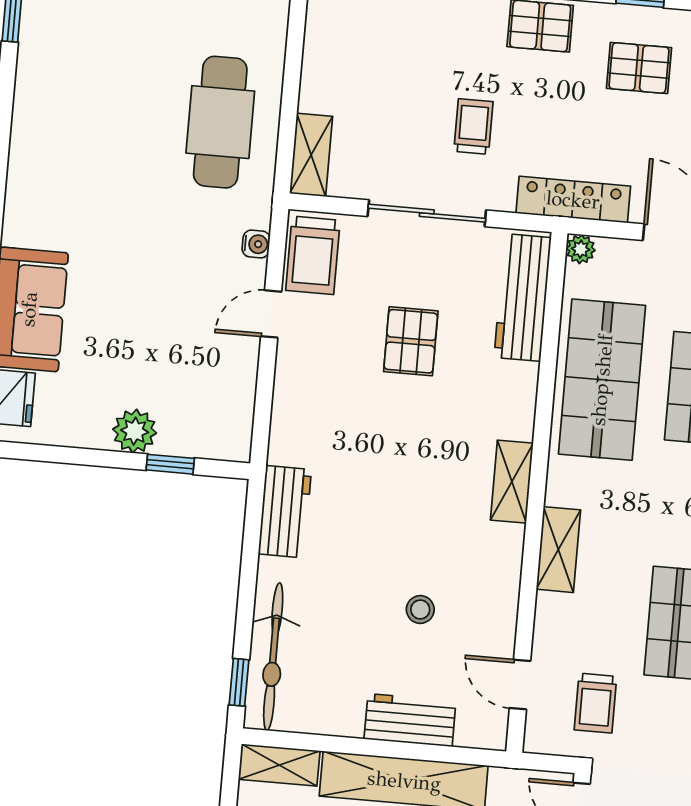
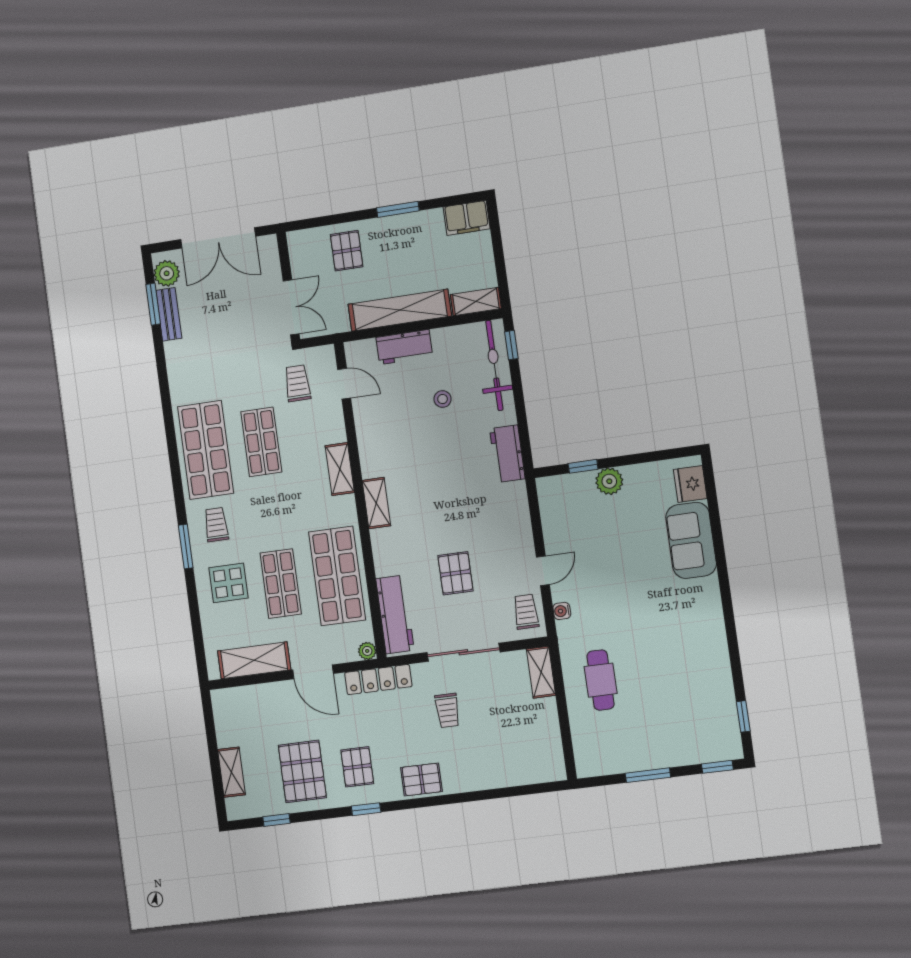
pallet: (639, 68) -> (357, 767), turned 90
cafe table: (220, 122) -> (601, 680), width x0.73, depth x0.74
trolley: (313, 255) -> (526, 612), width x0.73, depth x0.72
stool: (420, 610) -> (443, 399), moved

